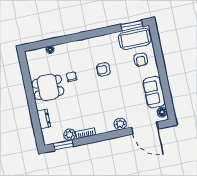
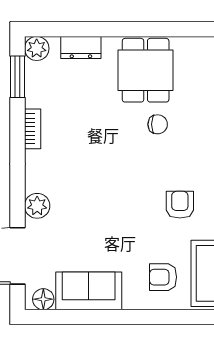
armchair: (103, 69) -> (180, 205), moved
plant: (70, 135) -> (37, 48), moved

